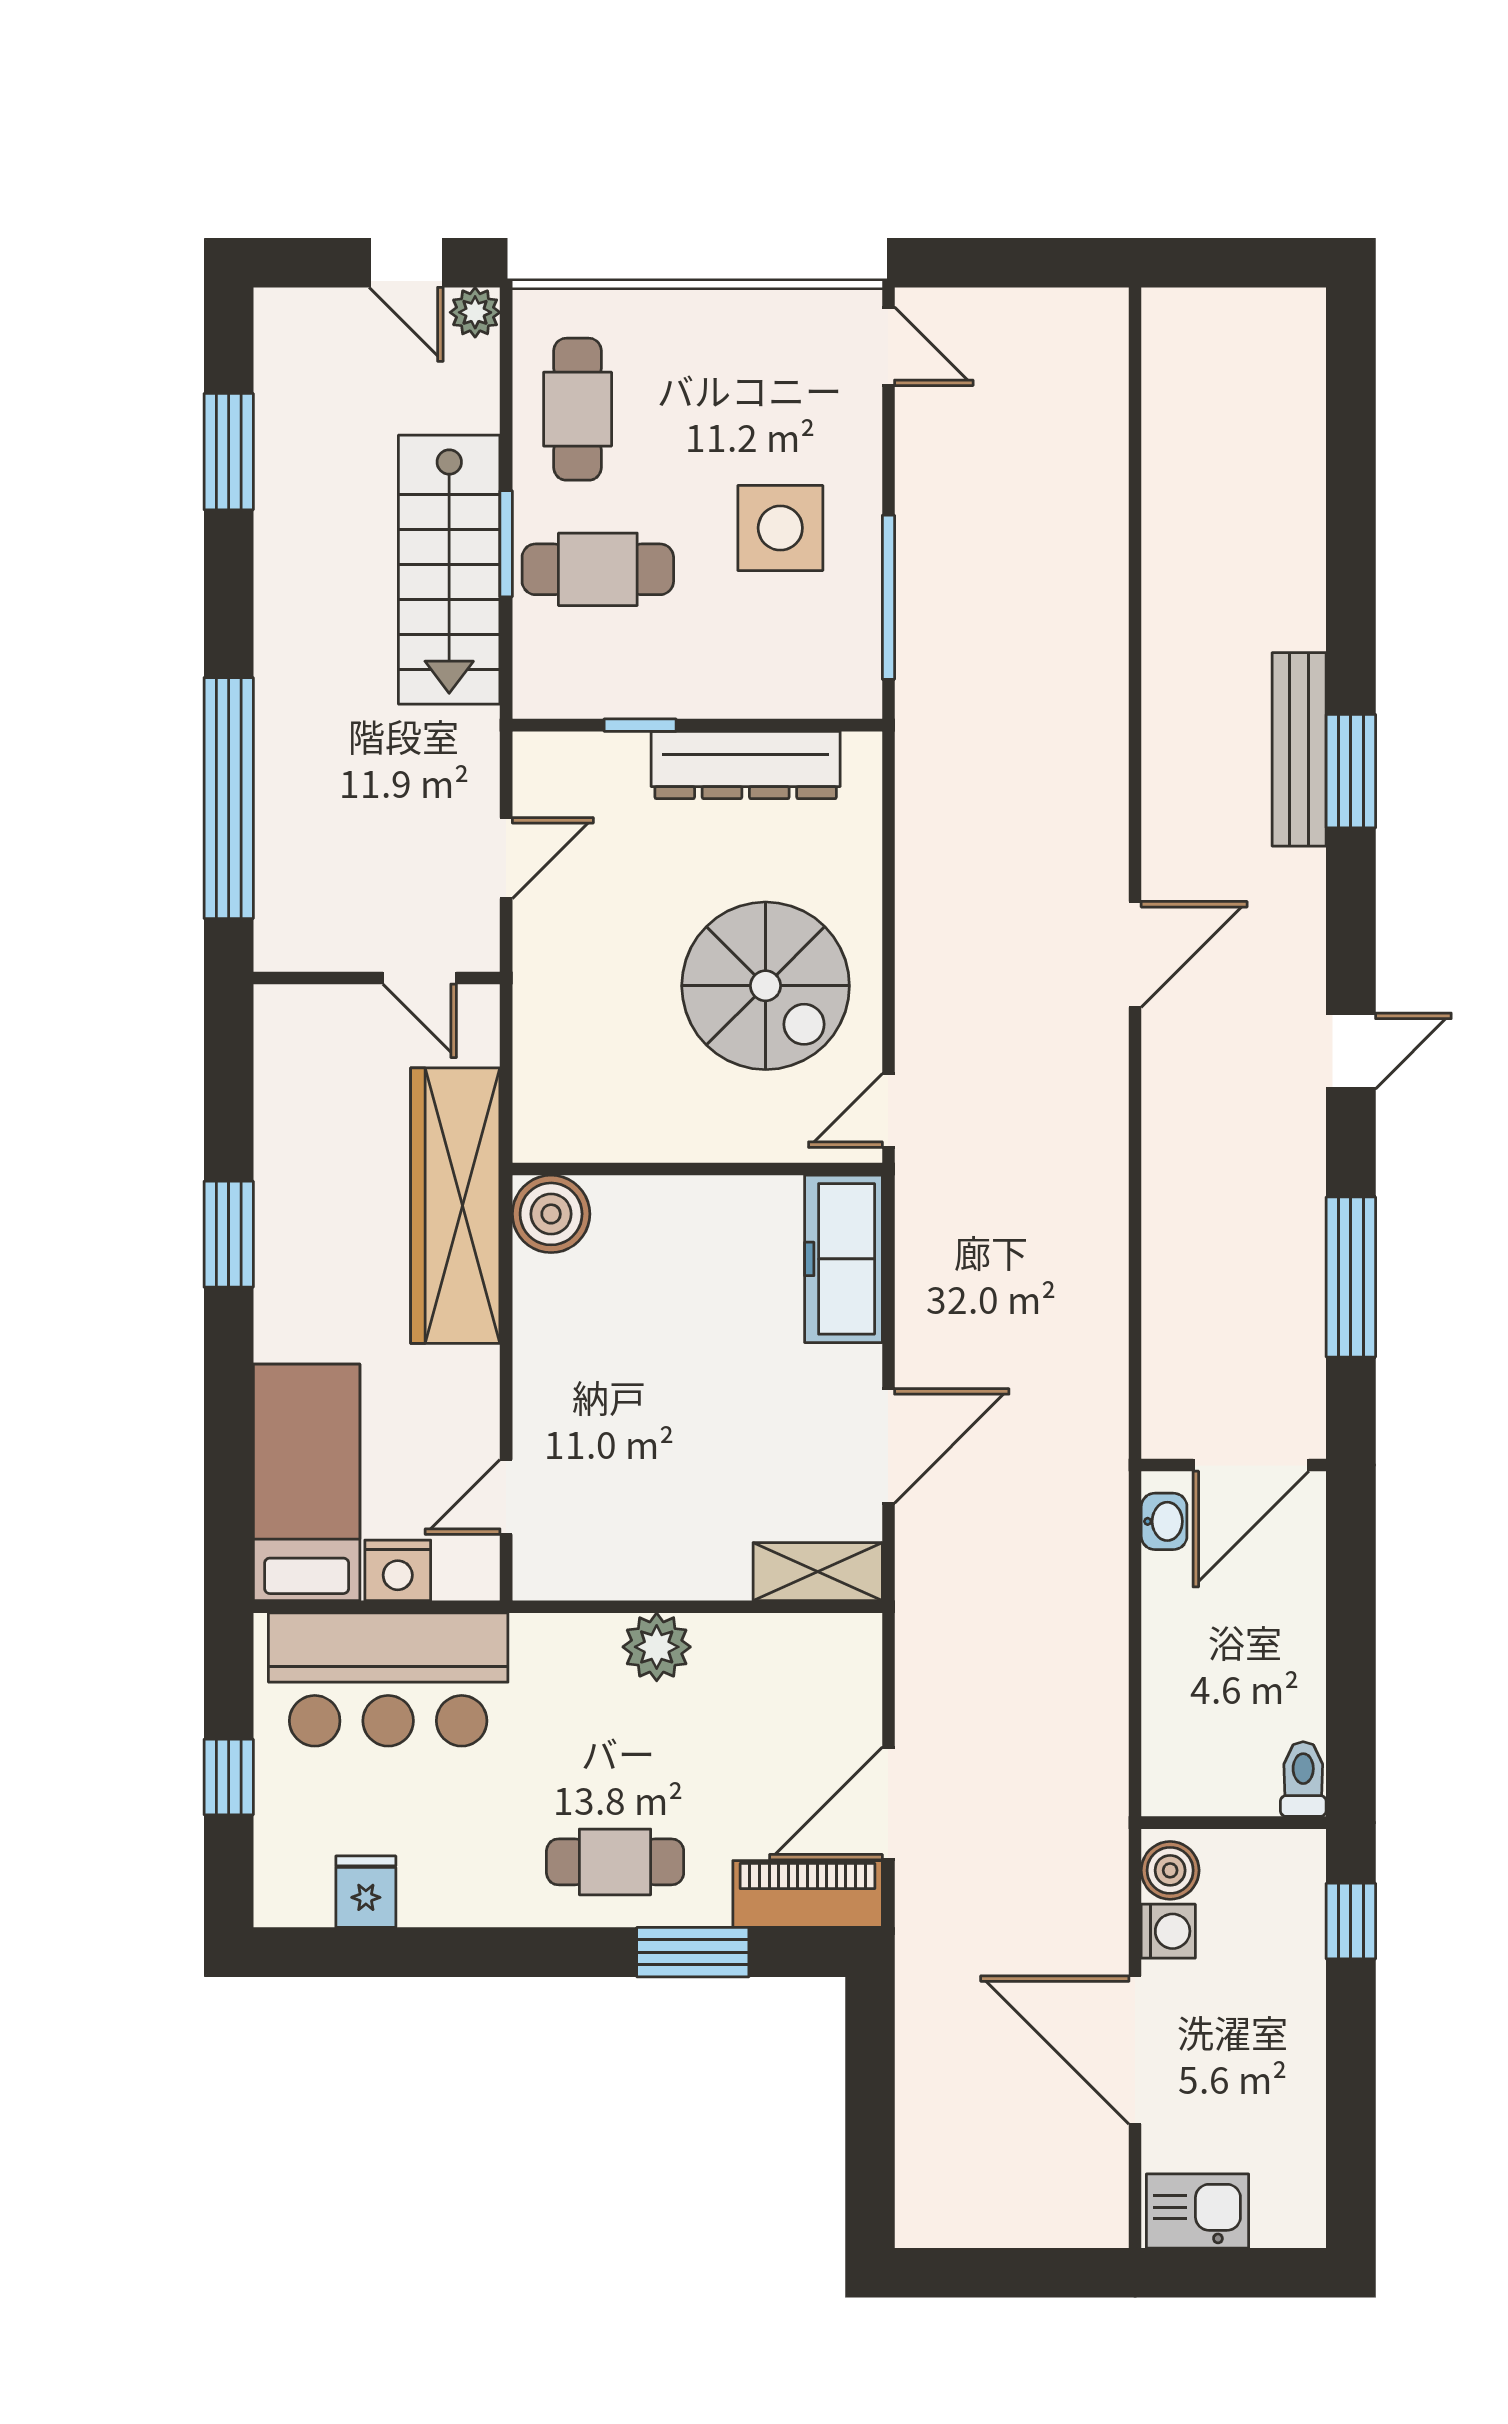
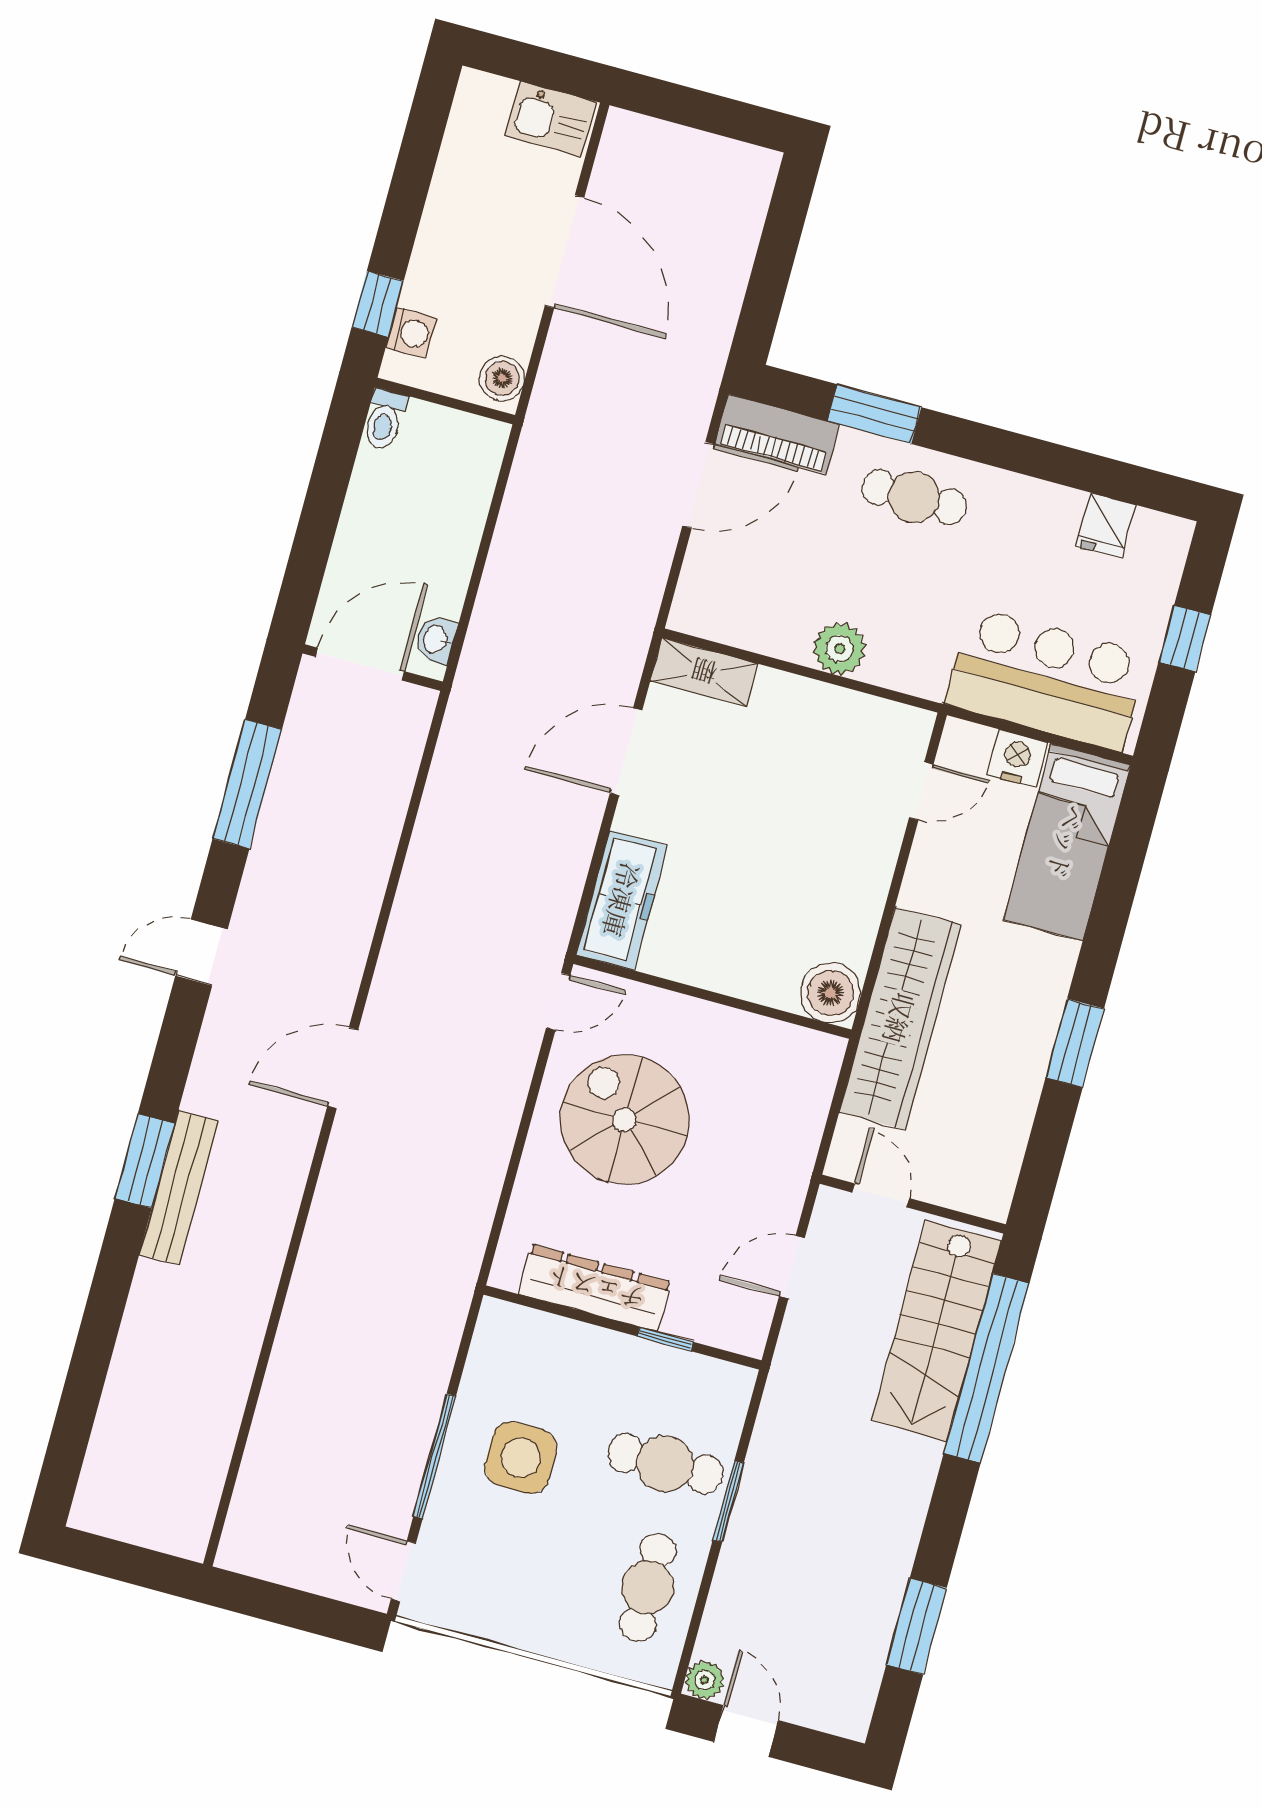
stairs: (449, 570) -> (936, 1331), moved, turned 180
window: (888, 597) -> (435, 1456), moved
washing machine: (1168, 1931) -> (411, 333), moved, turned 180

